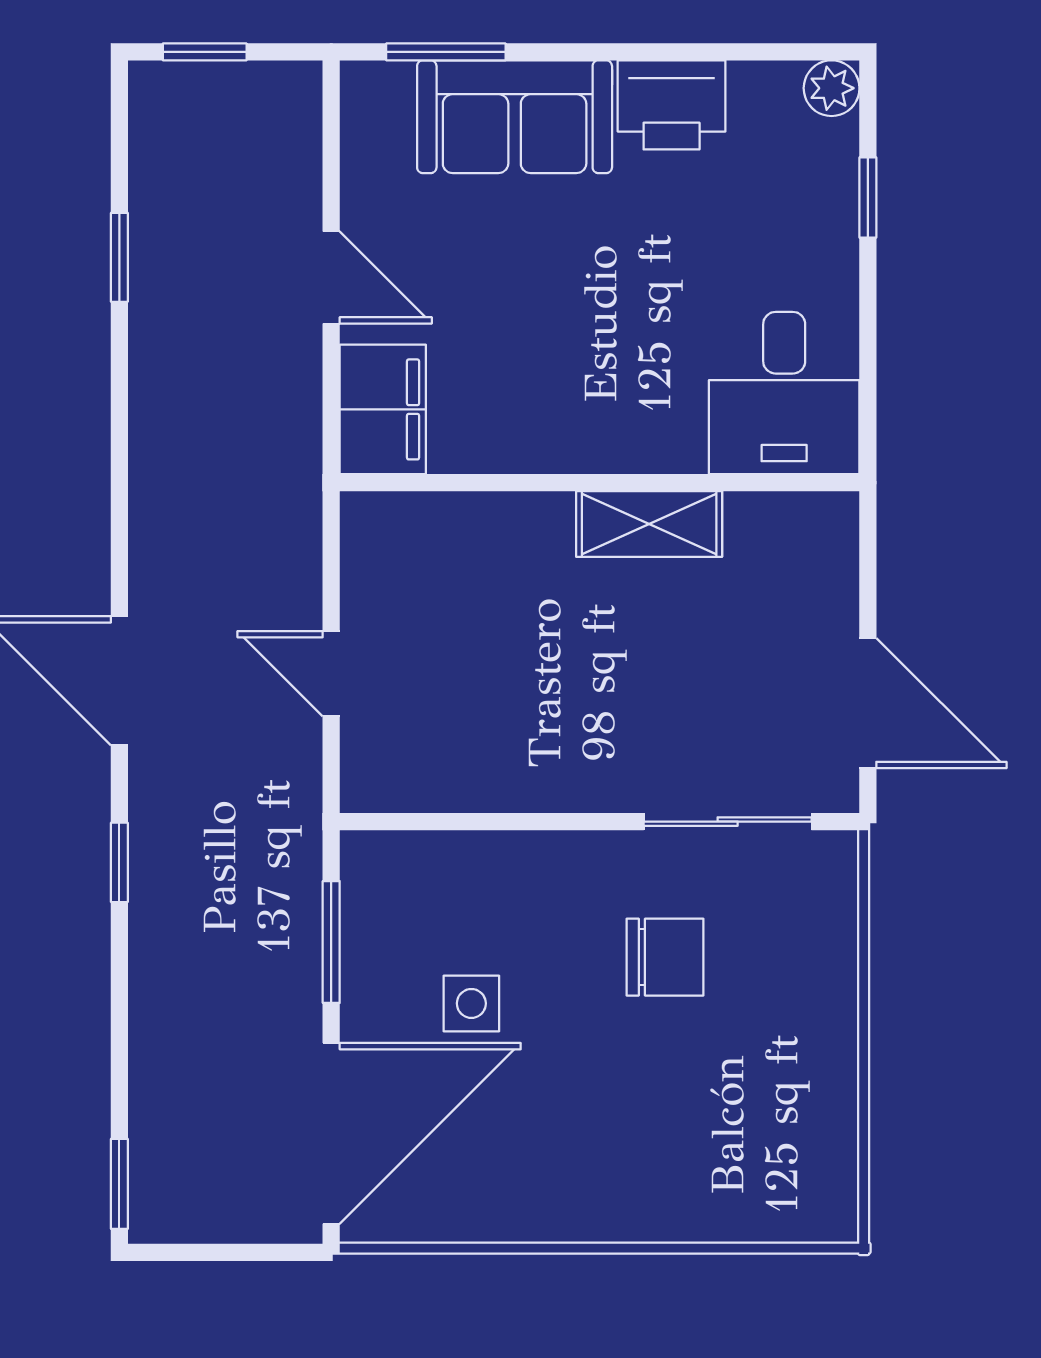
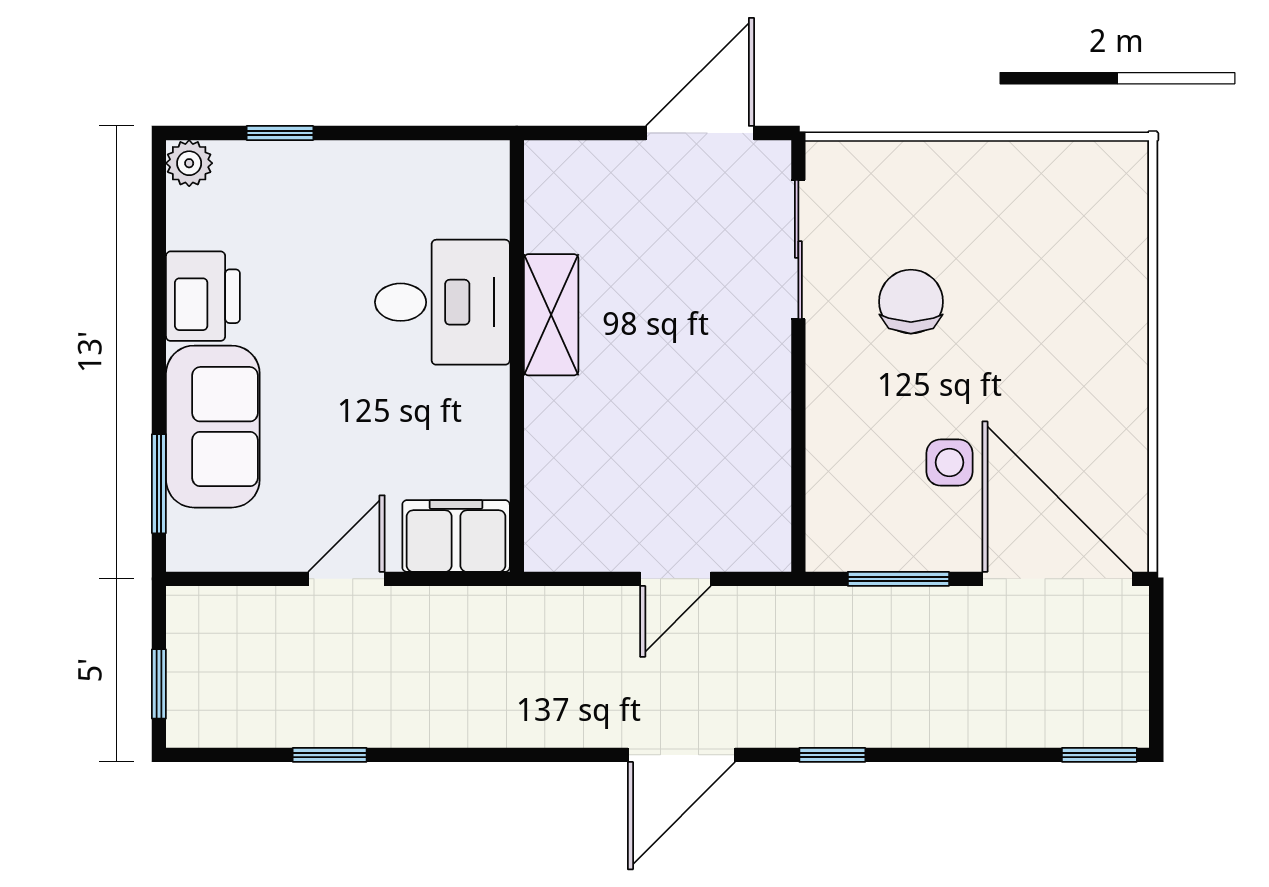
desk: (784, 393) -> (442, 302), moved

